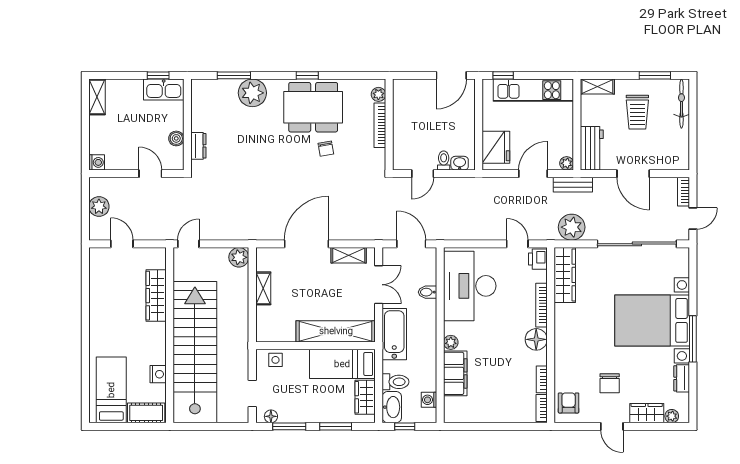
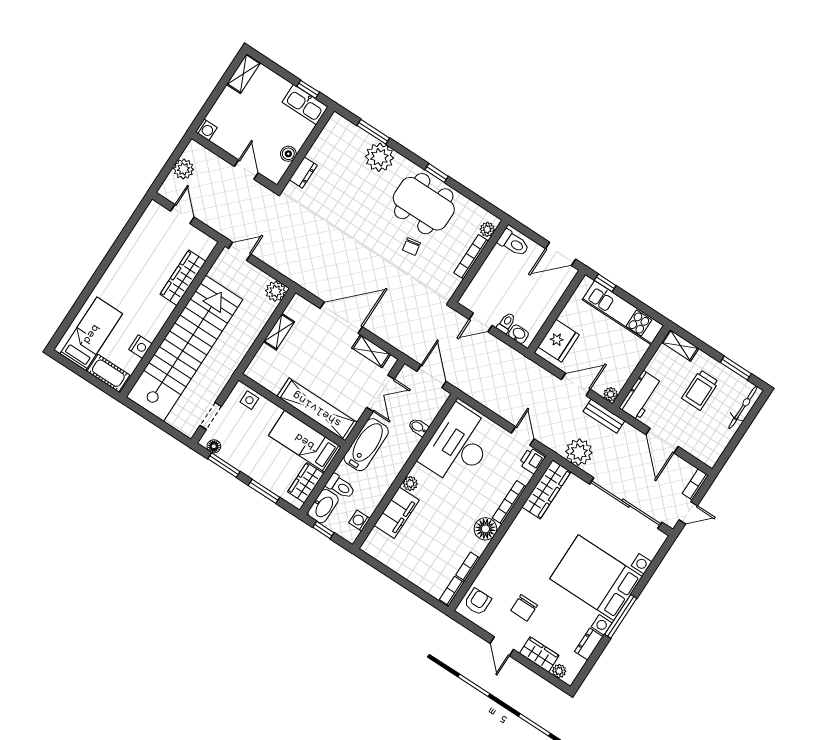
toilet: (407, 92) -> (513, 243), added

